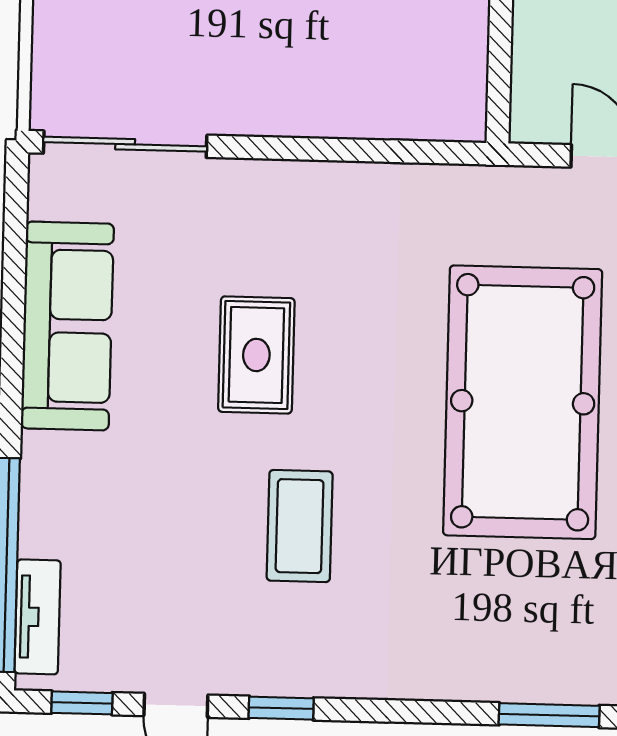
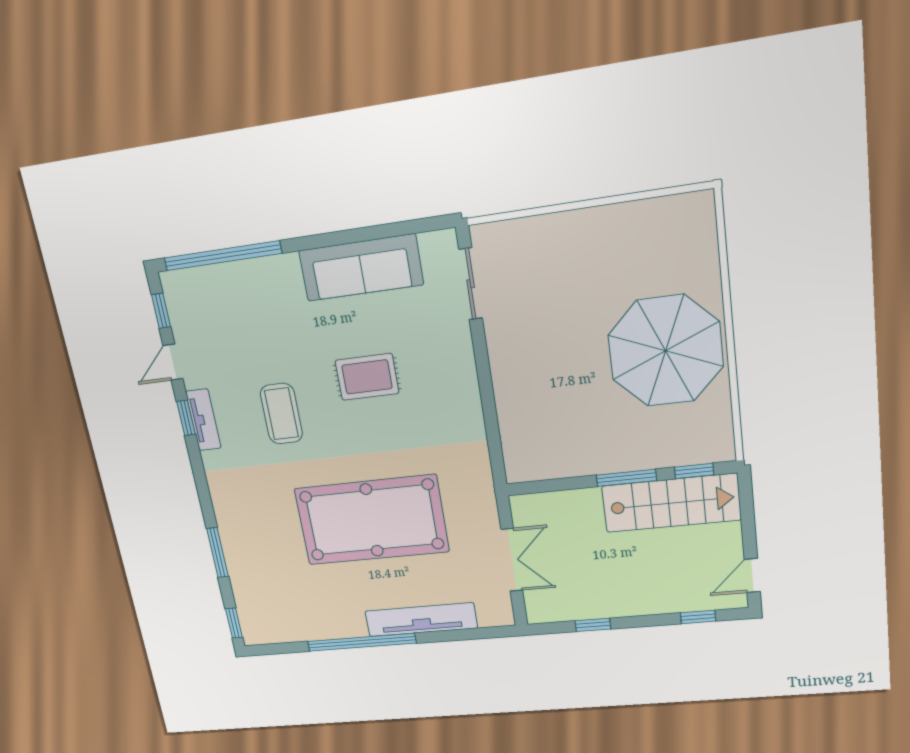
sliding door: (125, 144) -> (471, 284), width x0.73
coffee table: (300, 526) -> (281, 414), turned 90
tv unit: (38, 617) -> (203, 420), moved, turned -90

